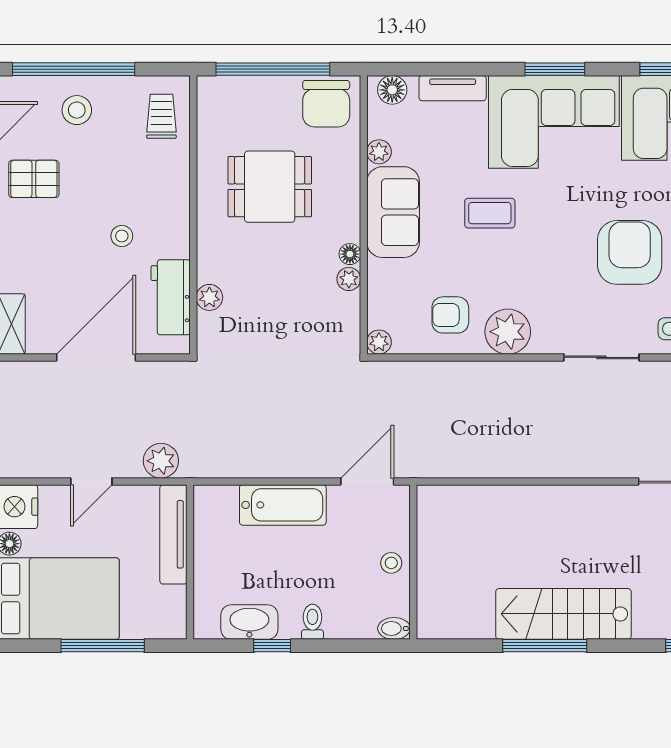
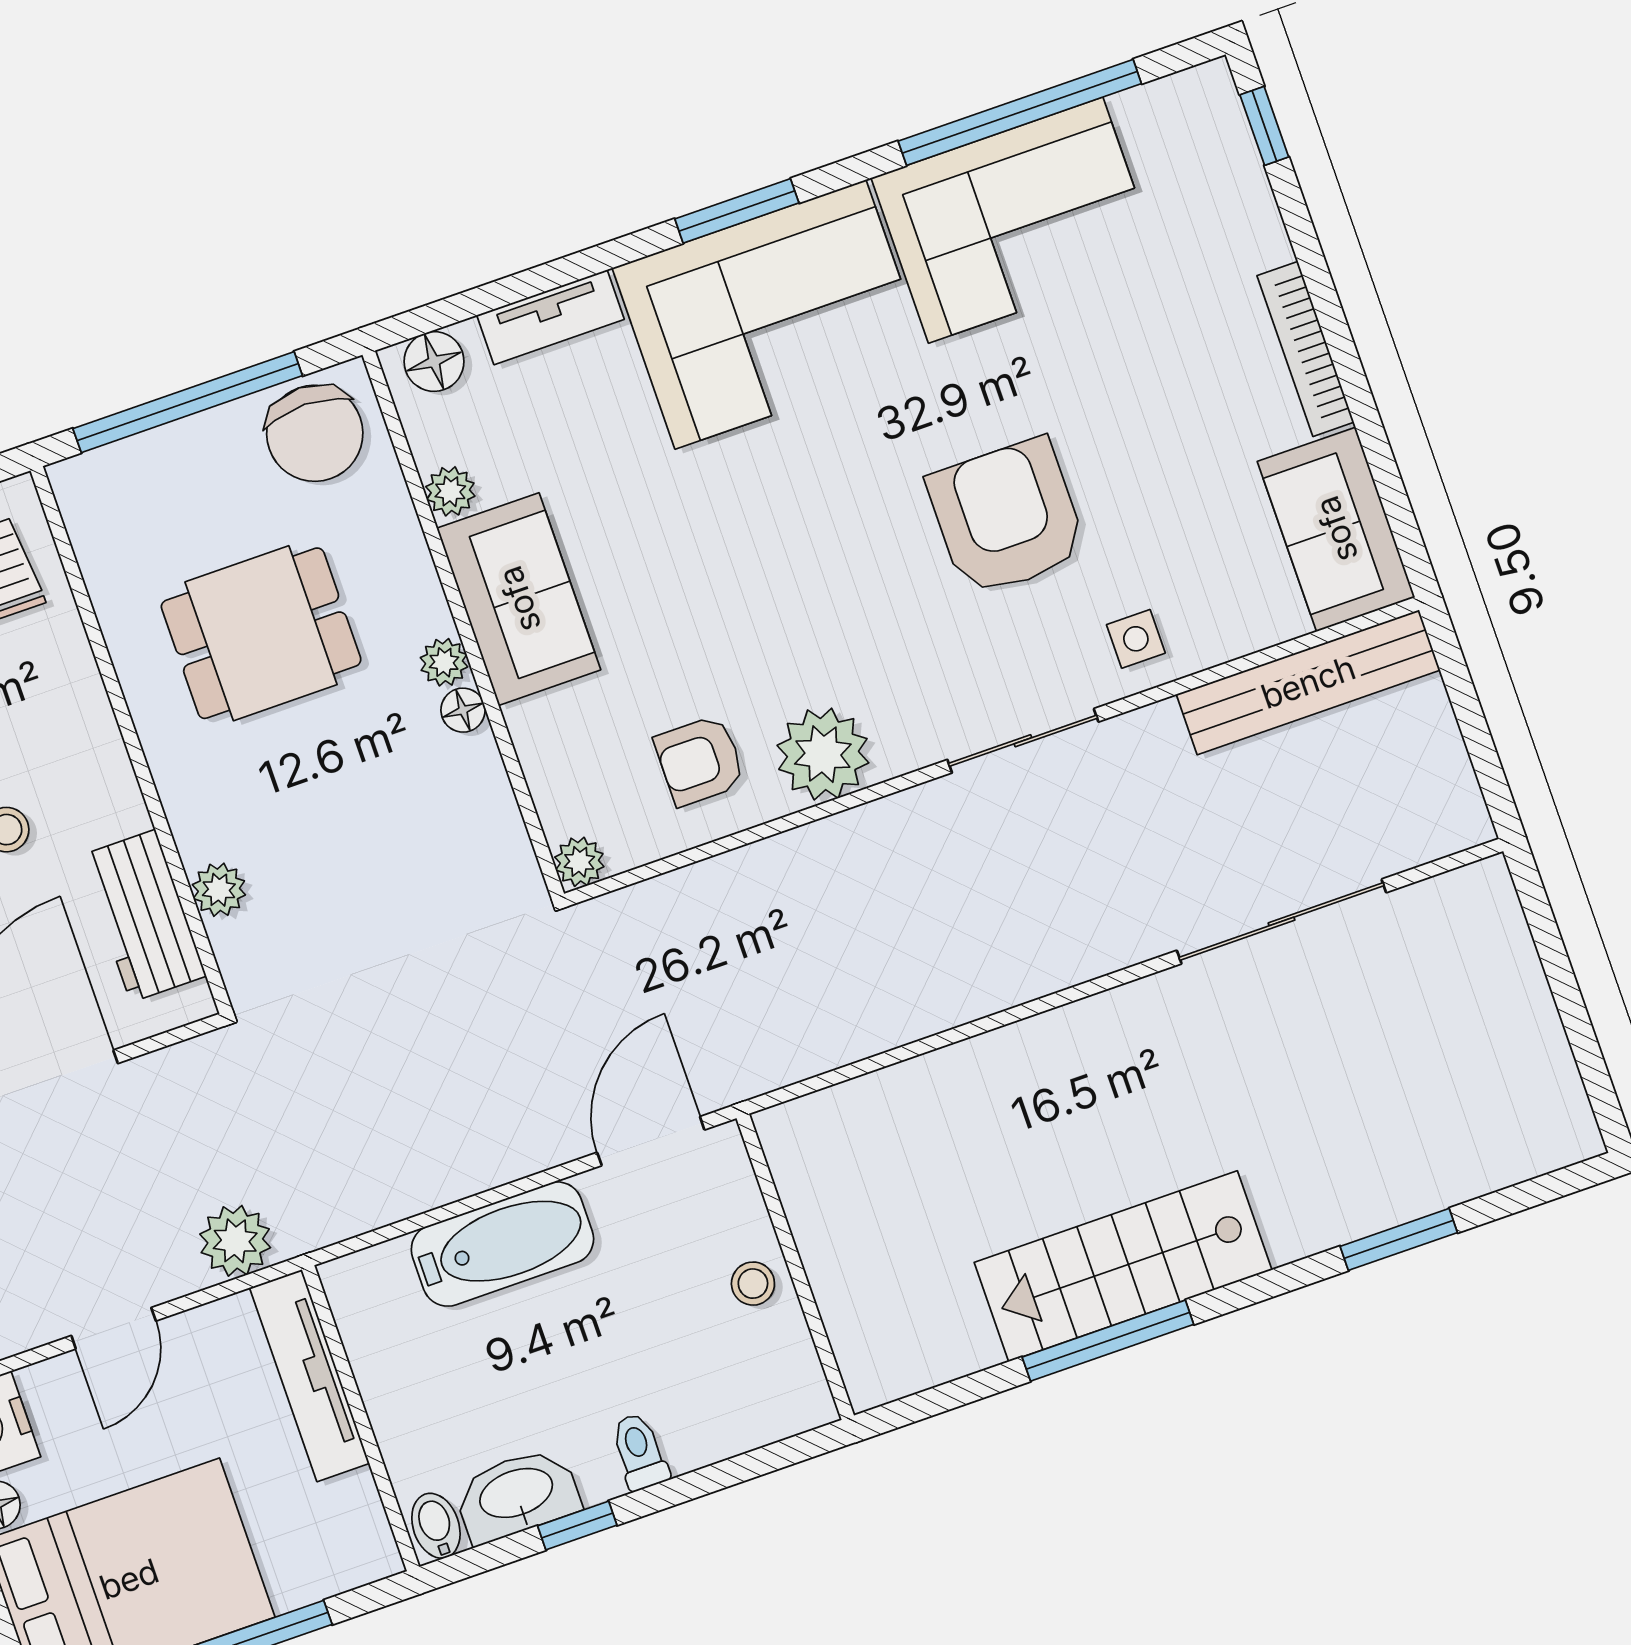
coffee table: (490, 213) -> (708, 535), removed
plant: (349, 279) -> (444, 662), moved
bidet: (394, 628) -> (436, 1526), moved, turned 90

